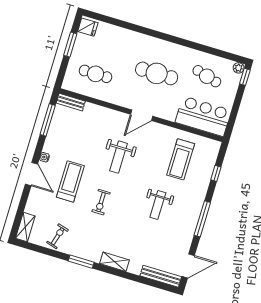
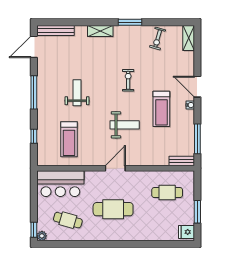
weight bench: (118, 157) -> (125, 125), turned 90
treadmill: (181, 159) -> (69, 139), turned 180
treadmill: (70, 181) -> (161, 109), moved

